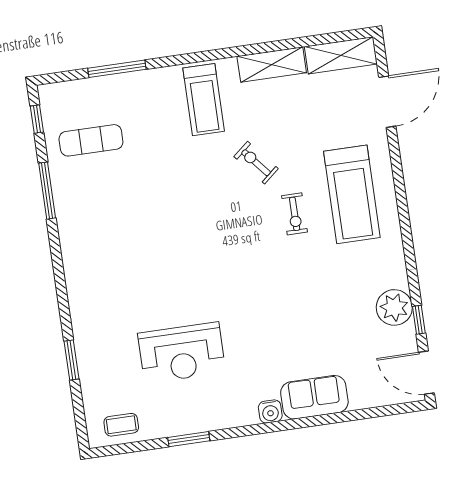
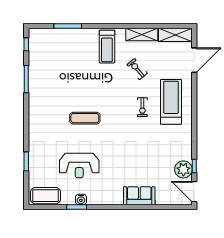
exercise mat: (91, 140) -> (85, 118), moved
exercise bike: (256, 163) -> (137, 69), moved
treadmill: (352, 194) -> (171, 102), turned 180
plant: (394, 307) -> (183, 169), moved
water cooler: (270, 411) -> (81, 199), moved
coffee table: (121, 425) -> (46, 196), width x1.86, depth x1.72

